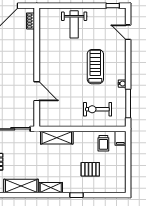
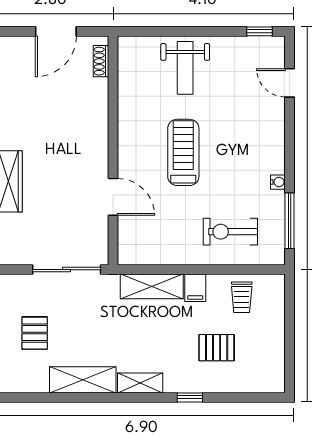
treadmill: (95, 67) -> (183, 152), moved
filing cabinet: (120, 138) -> (195, 288), moved

